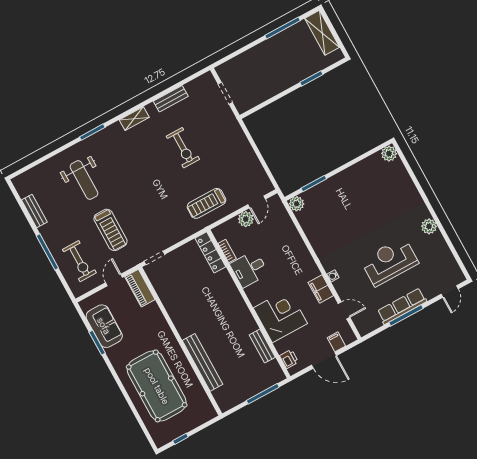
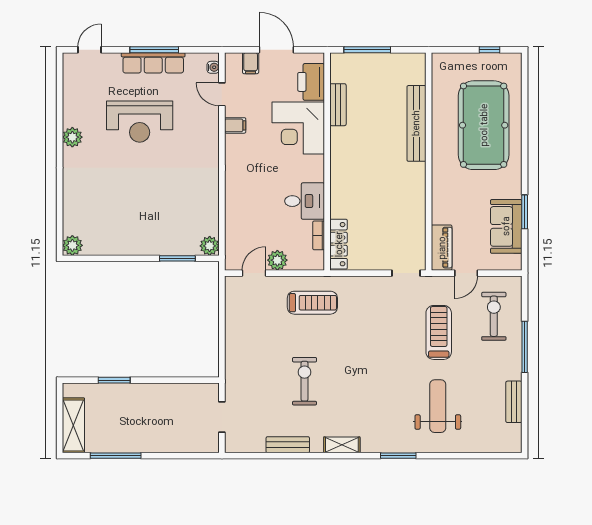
water cooler: (333, 276) -> (213, 67), moved
filing cabinet: (321, 289) -> (235, 125), width x0.50
printer: (289, 359) -> (311, 82), width x1.87, depth x1.48

